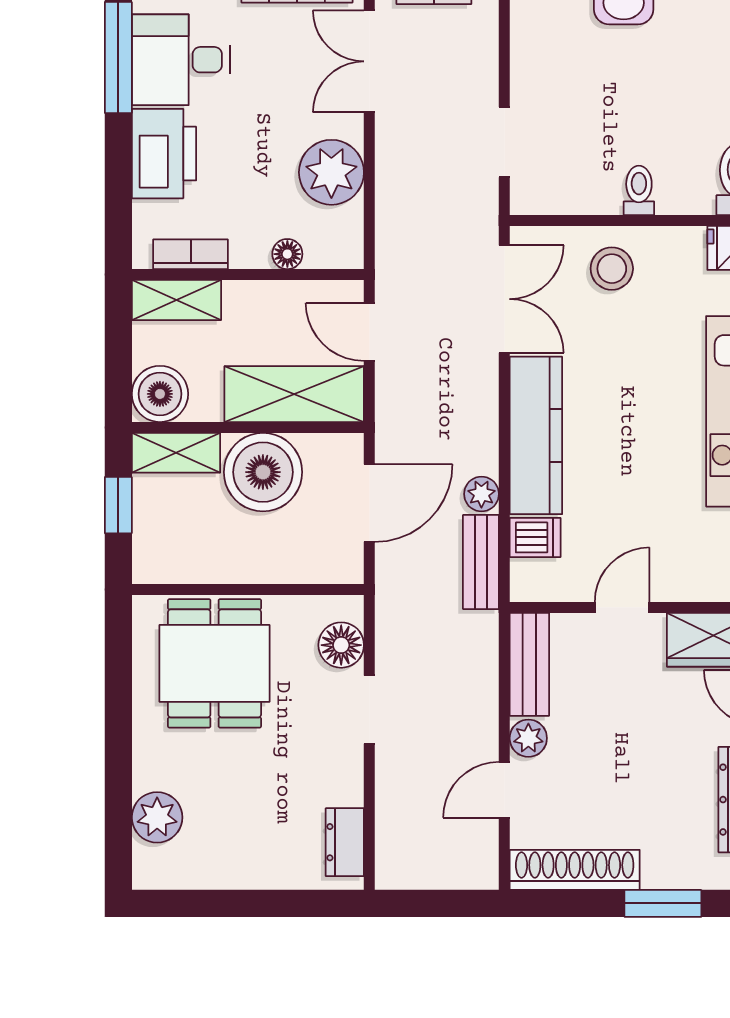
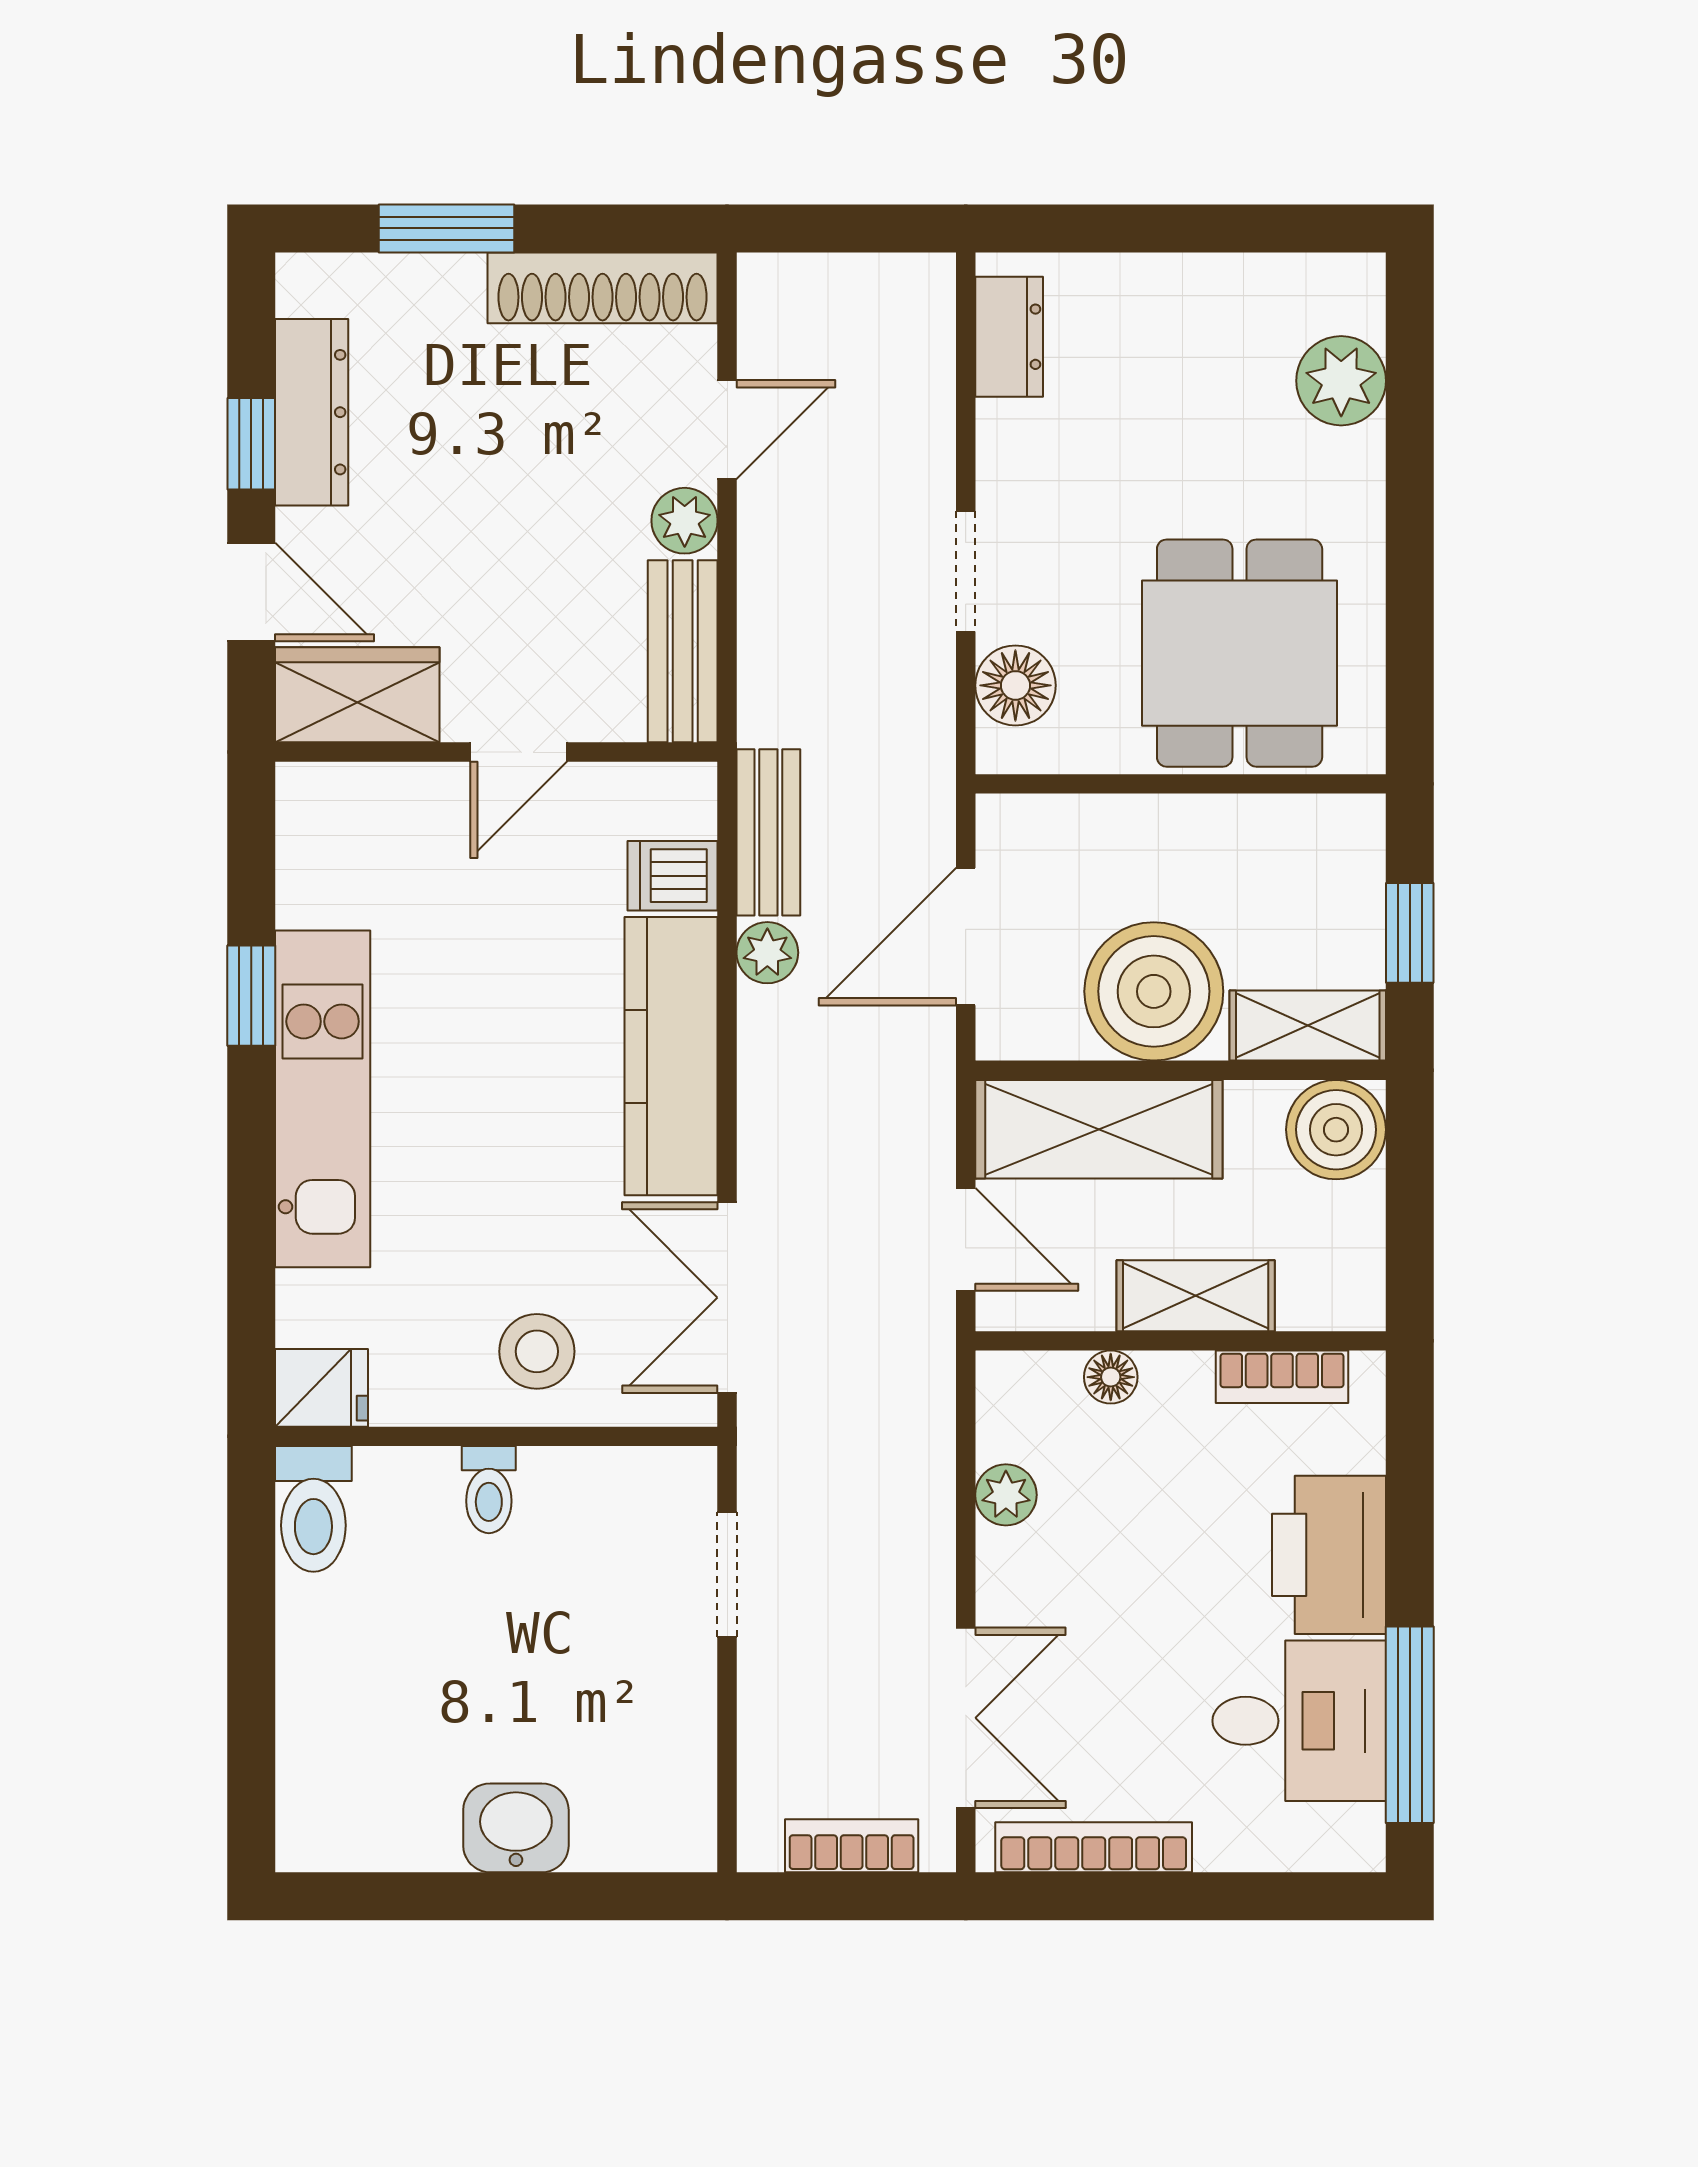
plant: (331, 172) -> (1006, 1495), width x0.53, depth x0.53
shelving: (176, 300) -> (1196, 1296), moved

